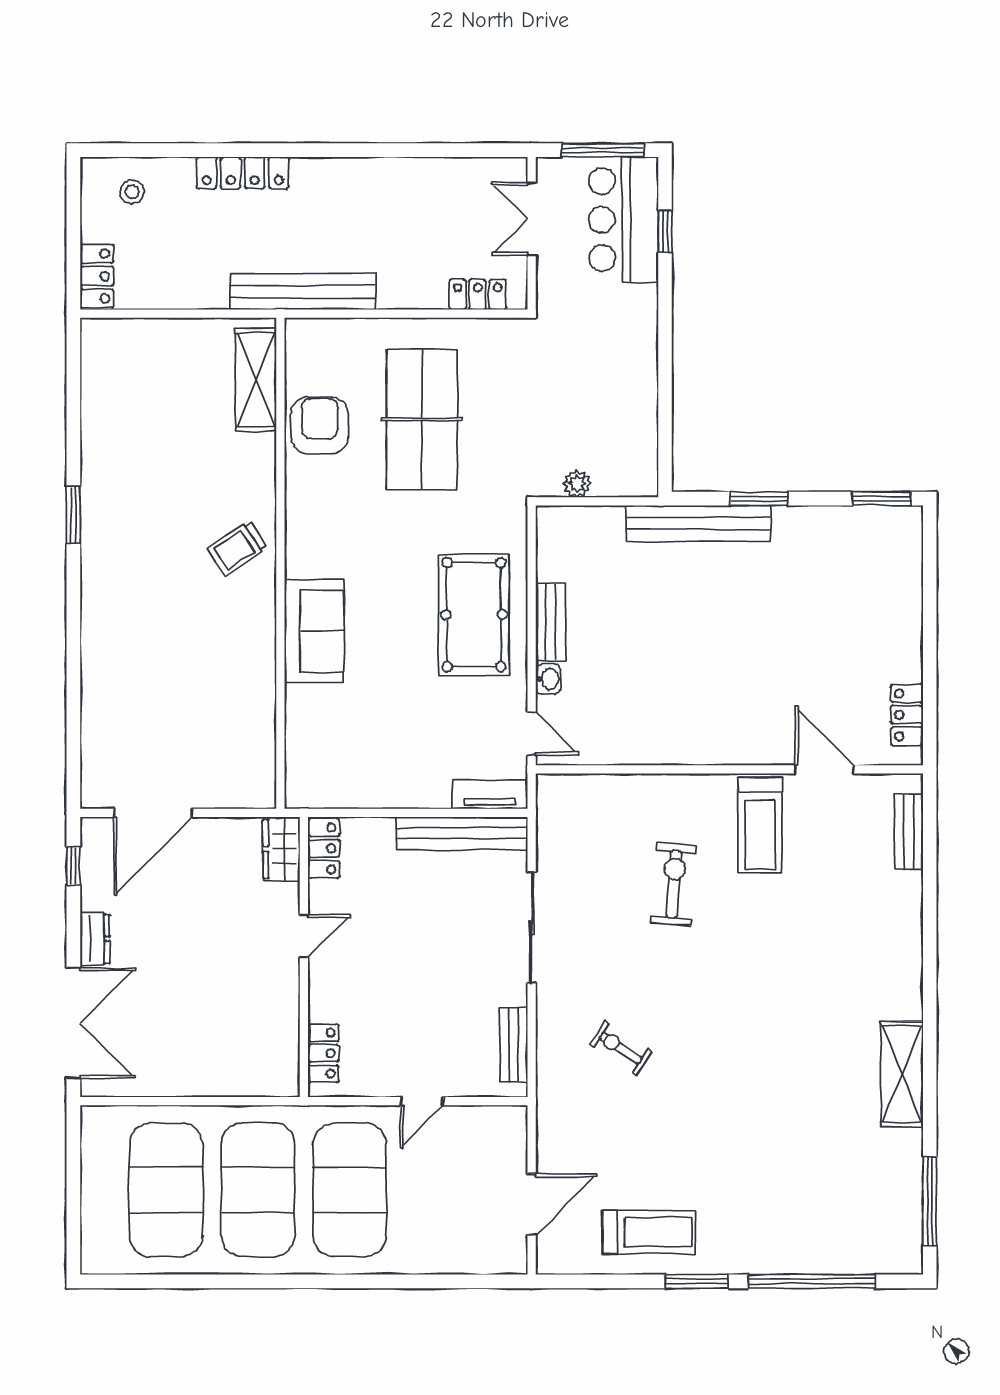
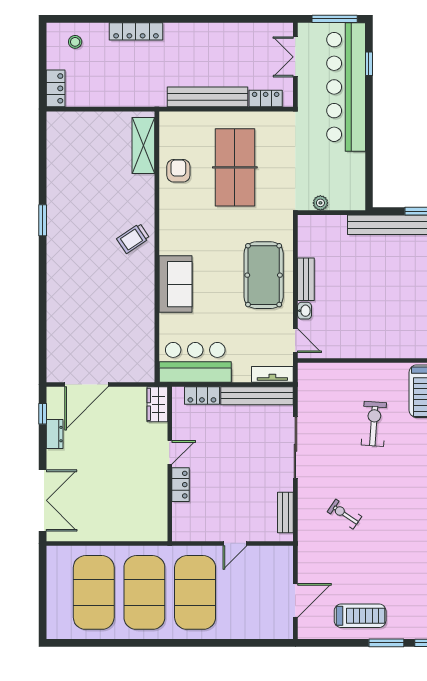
bar counter: (623, 220) -> (346, 87), width x1.86
bench: (303, 292) -> (208, 97), moved
armchair: (320, 425) -> (178, 171), width x0.72, depth x0.72
bar counter: (350, 773) -> (195, 362), added
locker: (324, 848) -> (202, 395), moved, turned 90
dresser: (95, 939) -> (55, 434), moved
locker: (323, 1053) -> (181, 485), moved

